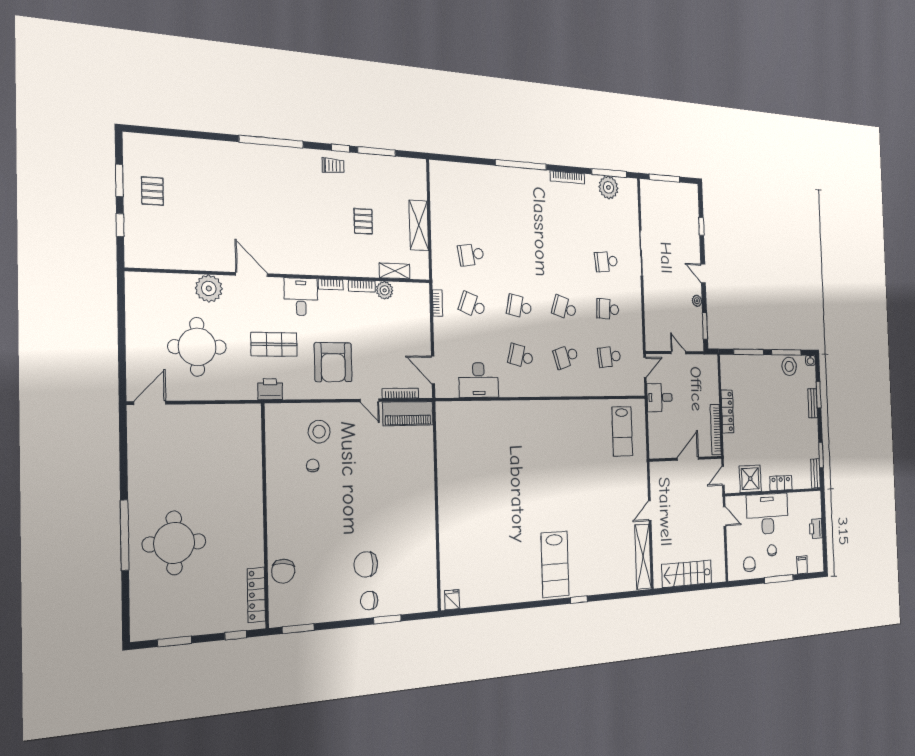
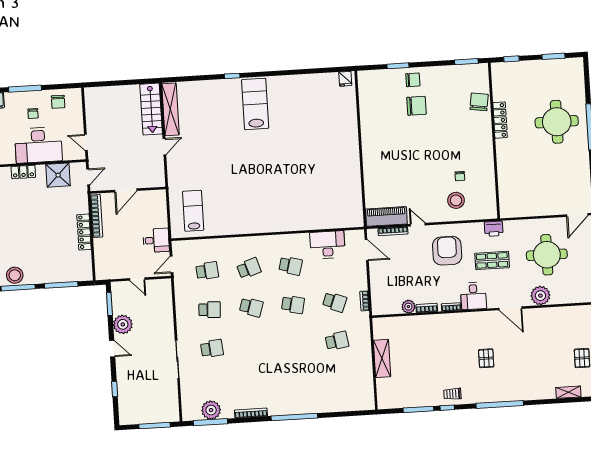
pallet: (363, 221) -> (486, 358), moved
shelving: (395, 271) -> (568, 392), moved
plant: (697, 301) -> (123, 324), width x1.88, depth x1.88
stairs: (687, 574) -> (151, 109), moved, turned 90
locker: (256, 595) -> (500, 120), moved

